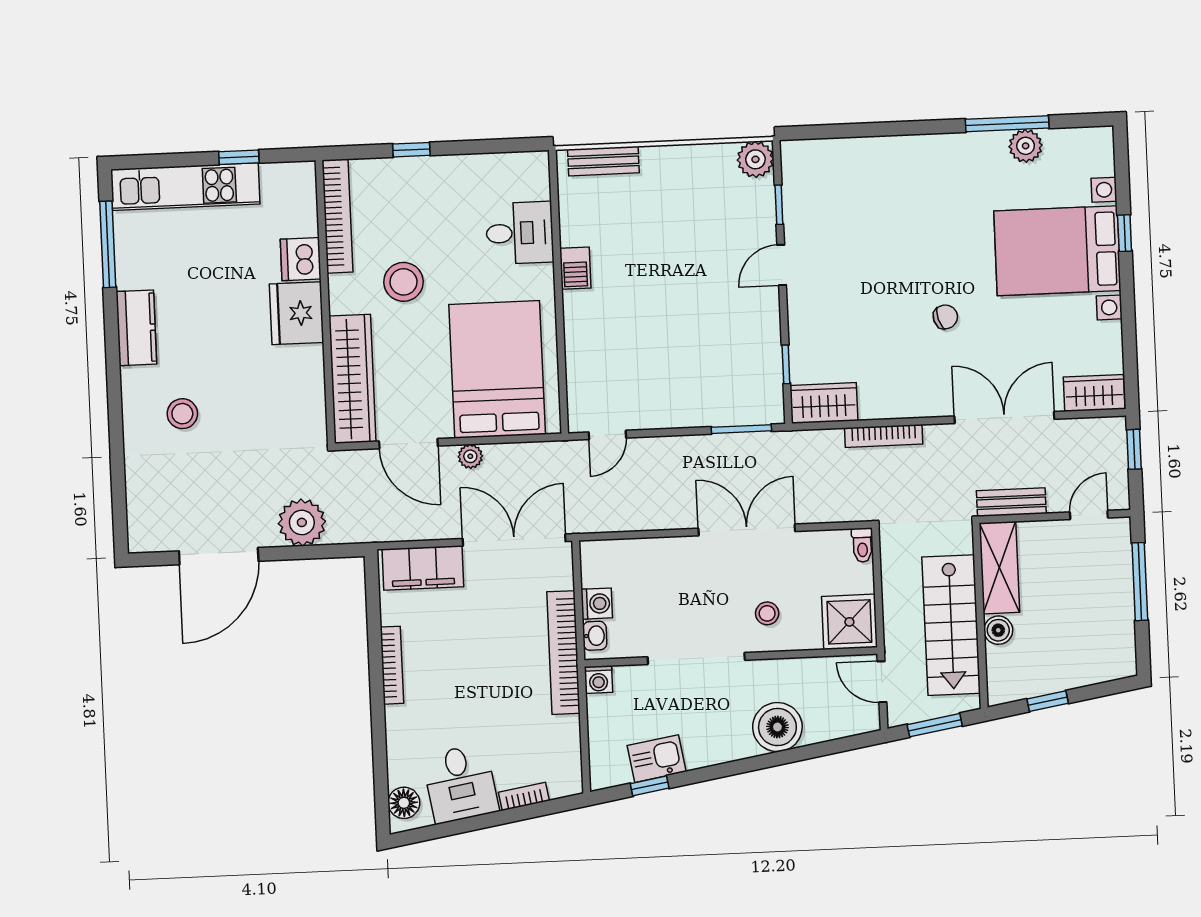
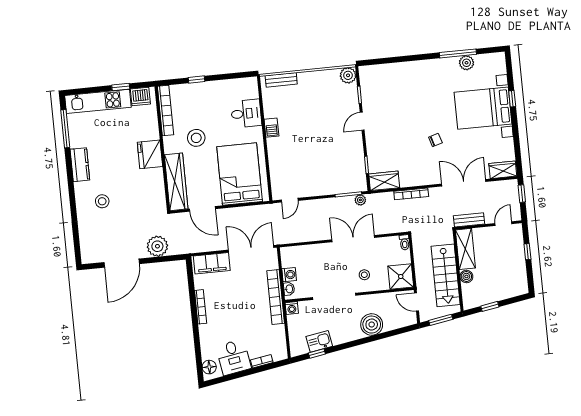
dishwasher: (301, 259) -> (140, 97), moved, turned -90
plant: (470, 456) -> (360, 200), moved
window: (1140, 582) -> (527, 252), width x0.46

